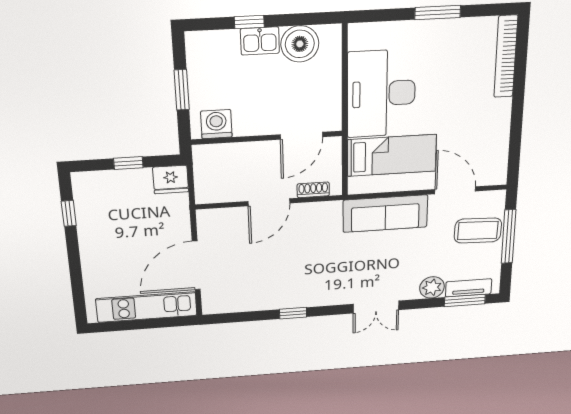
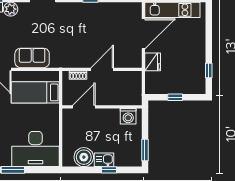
window: (182, 90) -> (145, 150), moved
desk: (381, 94) -> (36, 149), moved, turned 90
fridge: (171, 180) -> (153, 62), moved, turned 90
sofa: (385, 214) -> (32, 58), width x0.73

